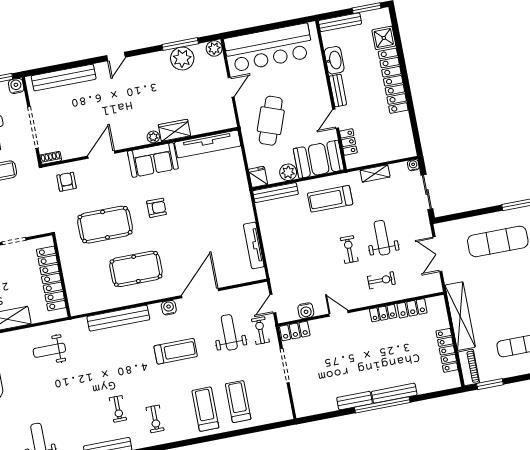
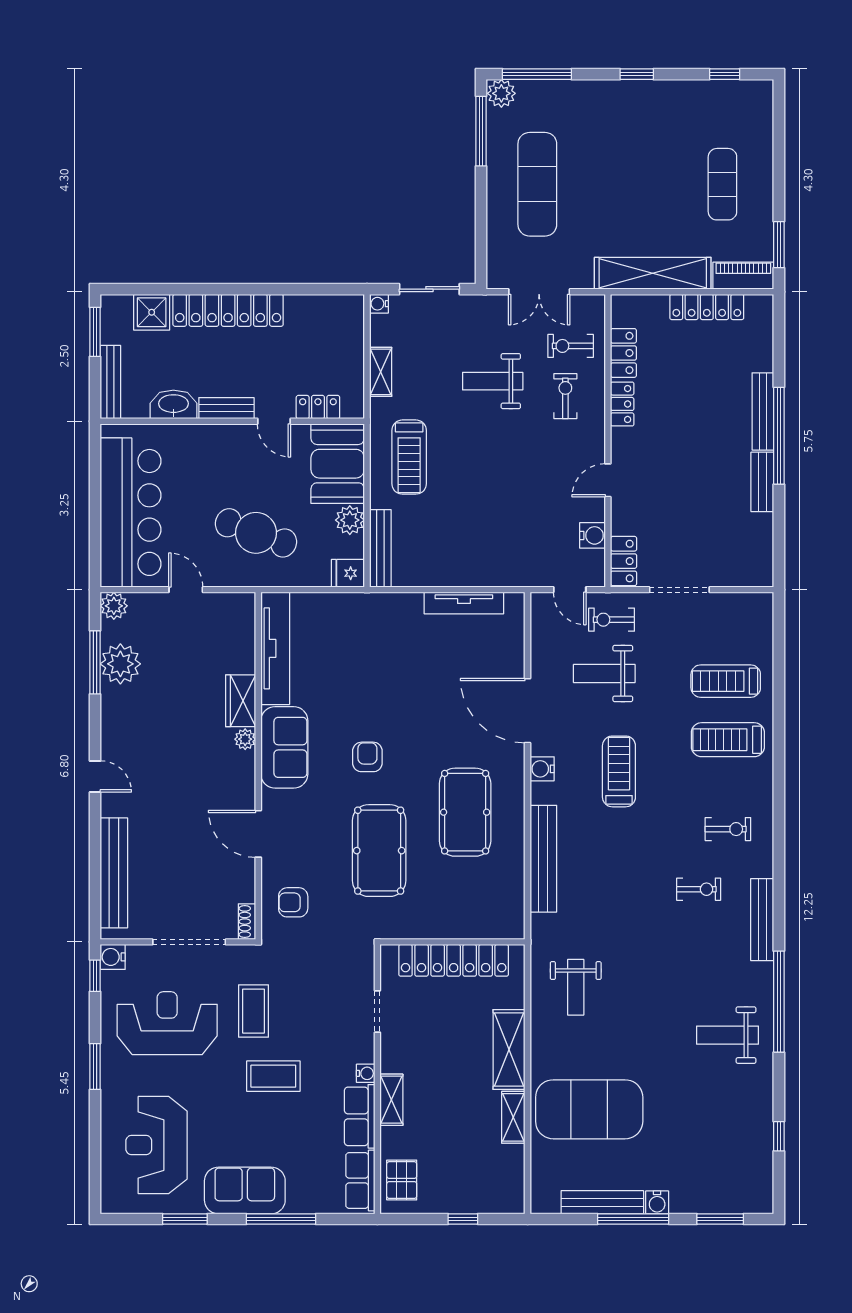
exercise bike: (349, 249) -> (571, 346), moved

